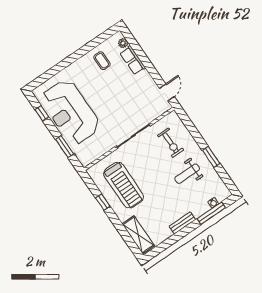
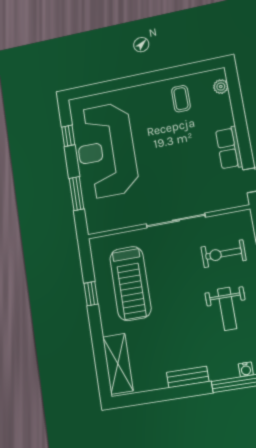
row of seats: (133, 60) -> (229, 148), moved
exercise bike: (170, 143) -> (223, 254), turned 90
weight bench: (187, 174) -> (227, 309), turned -90

